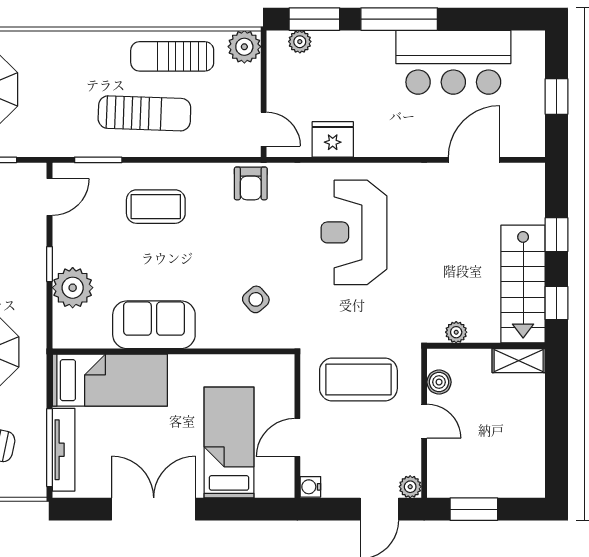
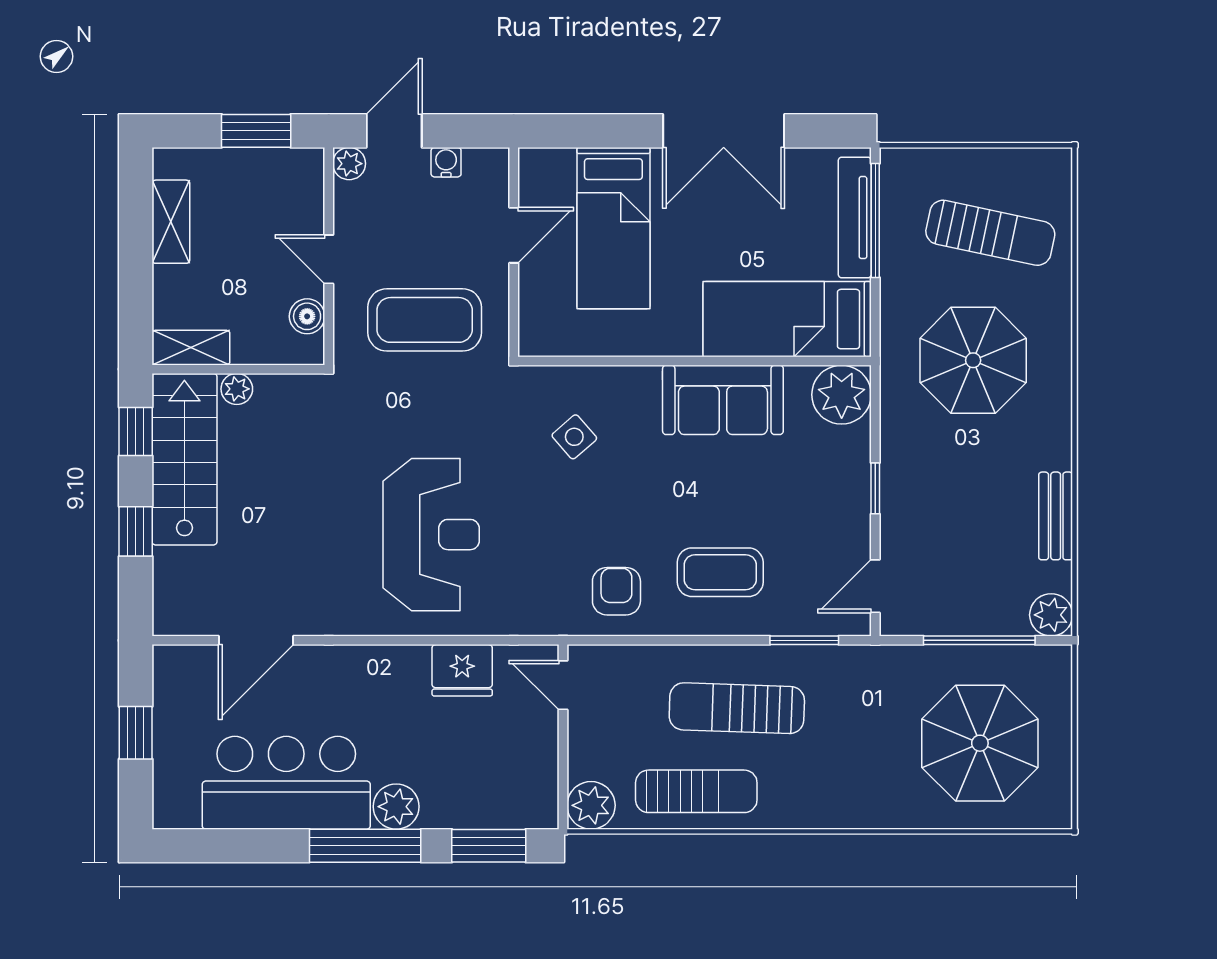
plant: (300, 42) -> (396, 807), moved, width x1.38, depth x1.38
armchair: (251, 183) -> (616, 591), moved
plant: (73, 288) -> (842, 395), moved
plant: (456, 332) -> (237, 389), moved
shelving: (532, 447) -> (171, 222), added
water cooler: (310, 487) -> (446, 162), moved, turned -90

